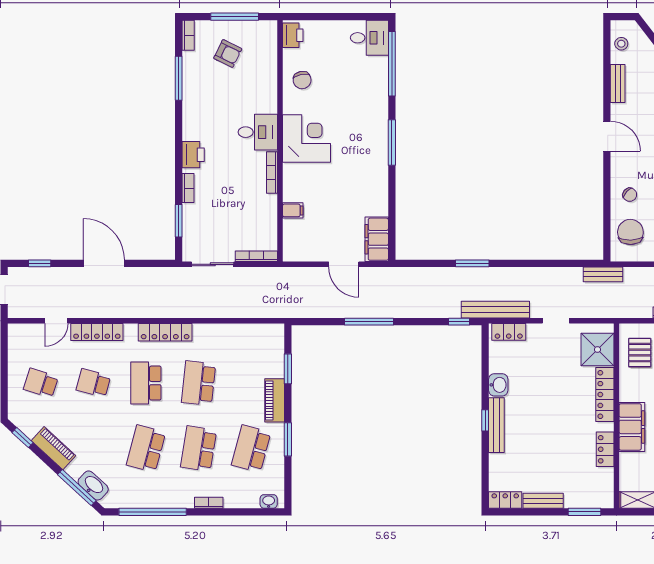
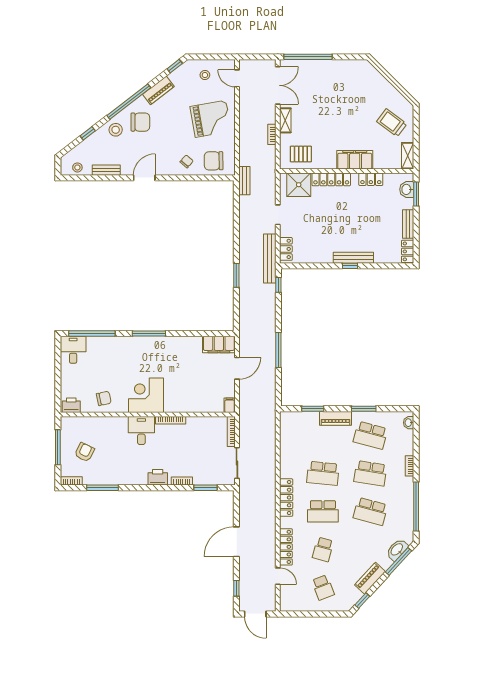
filing cabinet: (293, 210) -> (230, 405), moved
school desk: (41, 383) -> (323, 587), turned -39
washbasin: (498, 385) -> (407, 189), moved, turned -90

